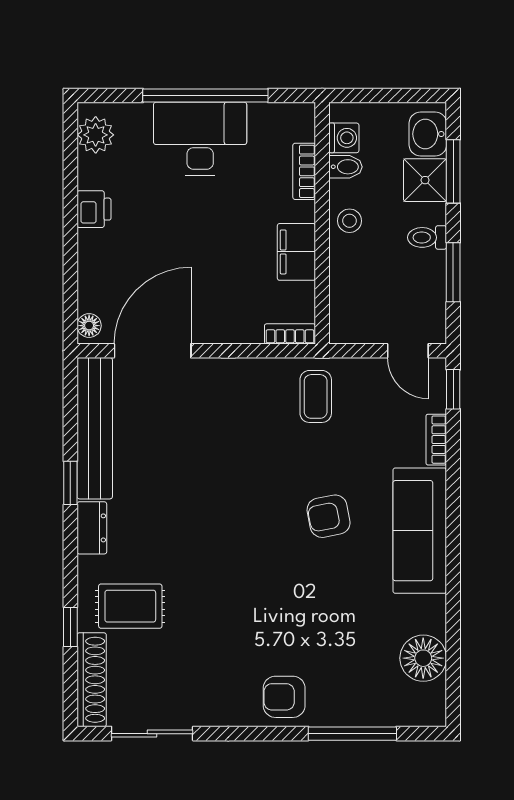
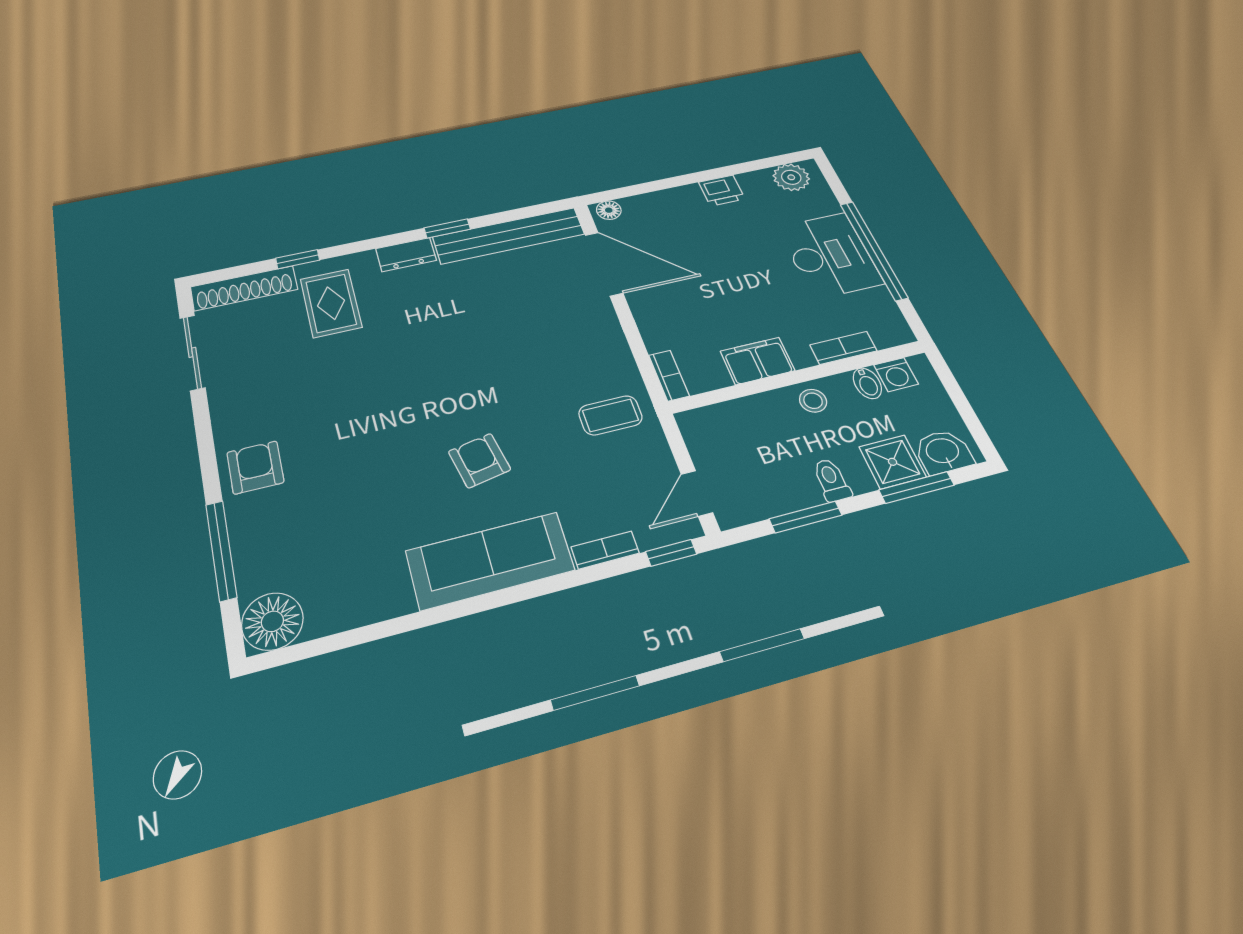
floor lamp: (423, 658) -> (272, 621), moved

